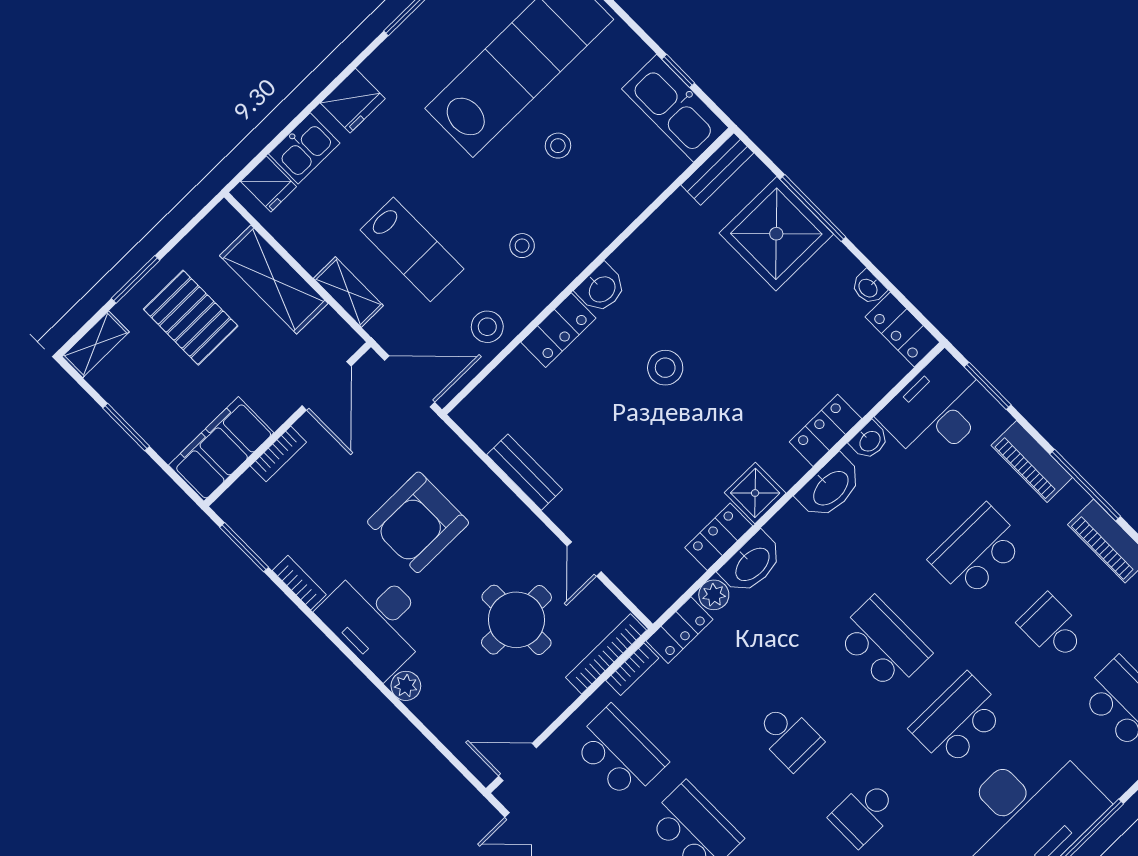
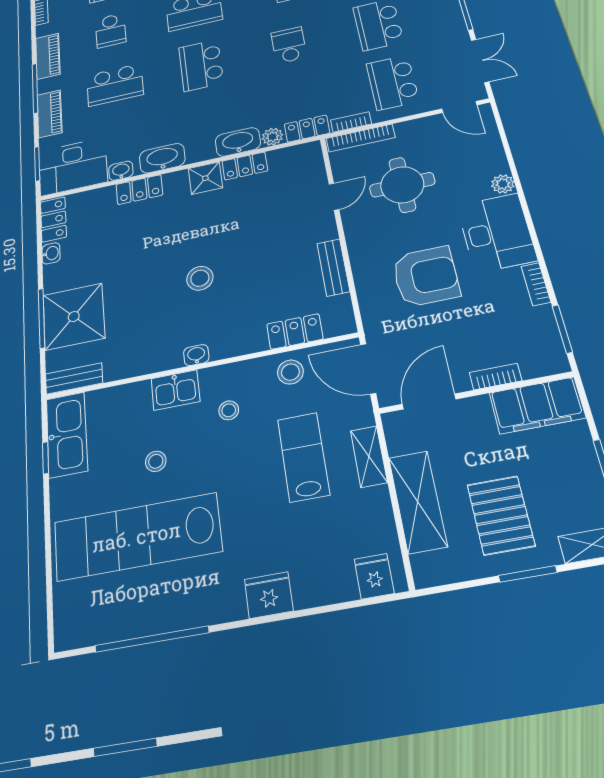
kitchen sink: (304, 148) -> (175, 390), moved, turned 180
washbasin: (601, 289) -> (196, 355), width x0.72, depth x0.69
locker: (558, 330) -> (295, 331), moved

